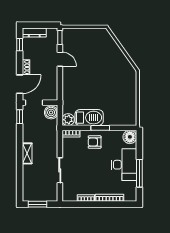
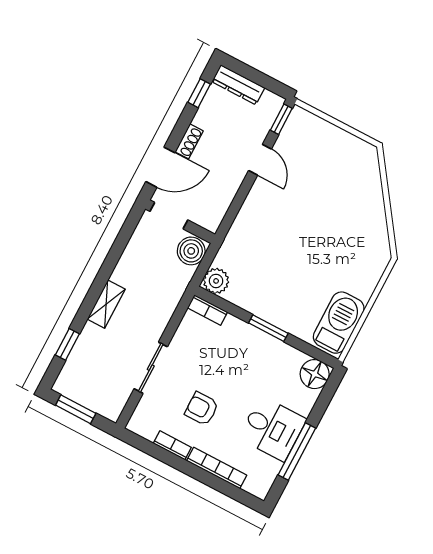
window: (20, 117) -> (67, 344), moved
barbecue: (89, 118) -> (339, 323), moved, turned -90
armchair: (95, 142) -> (202, 409), moved
desk: (124, 165) -> (272, 429), width x0.73

